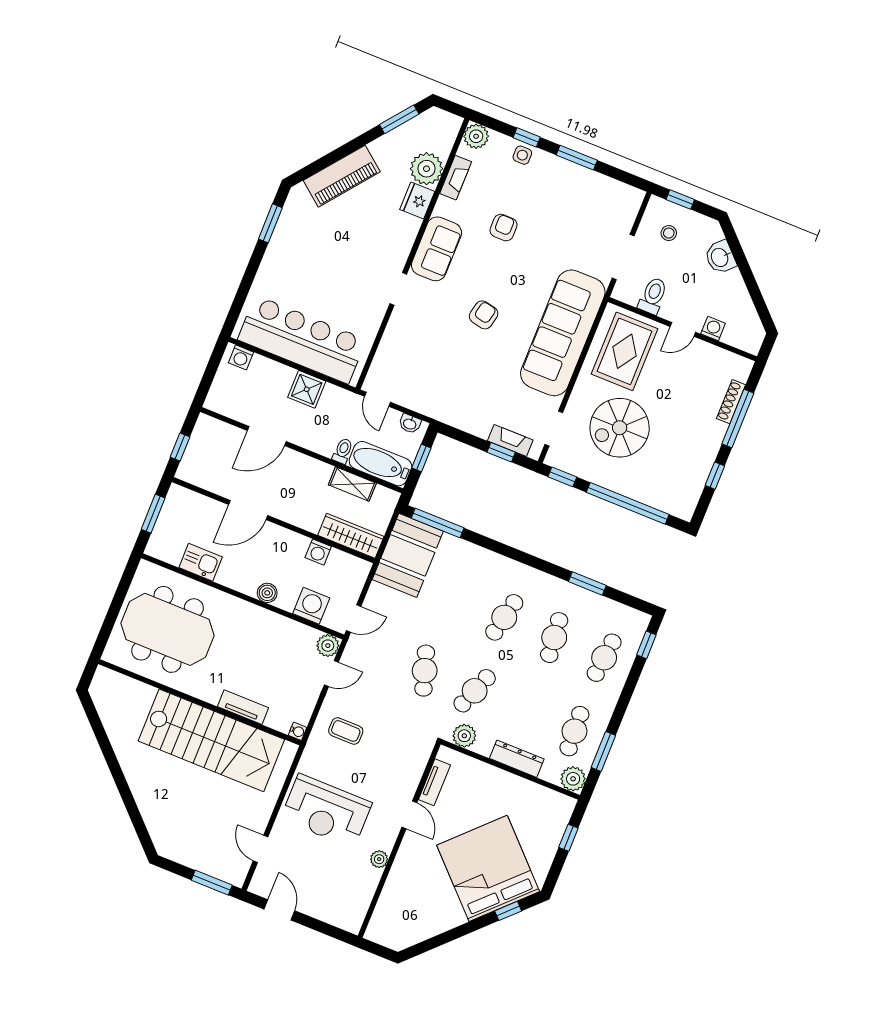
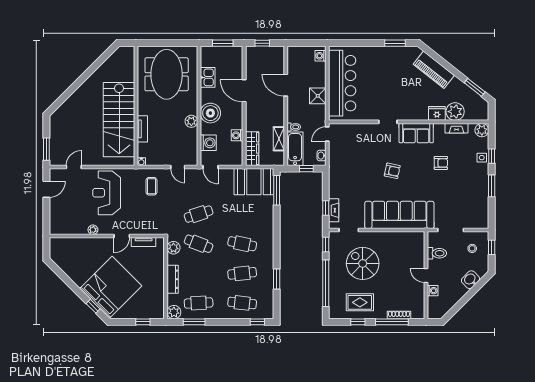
rug: (625, 351) -> (360, 302), moved, width x0.73, depth x0.70
boiler: (267, 593) -> (210, 113), width x1.86, depth x1.86
plant: (328, 646) -> (191, 121), moved

